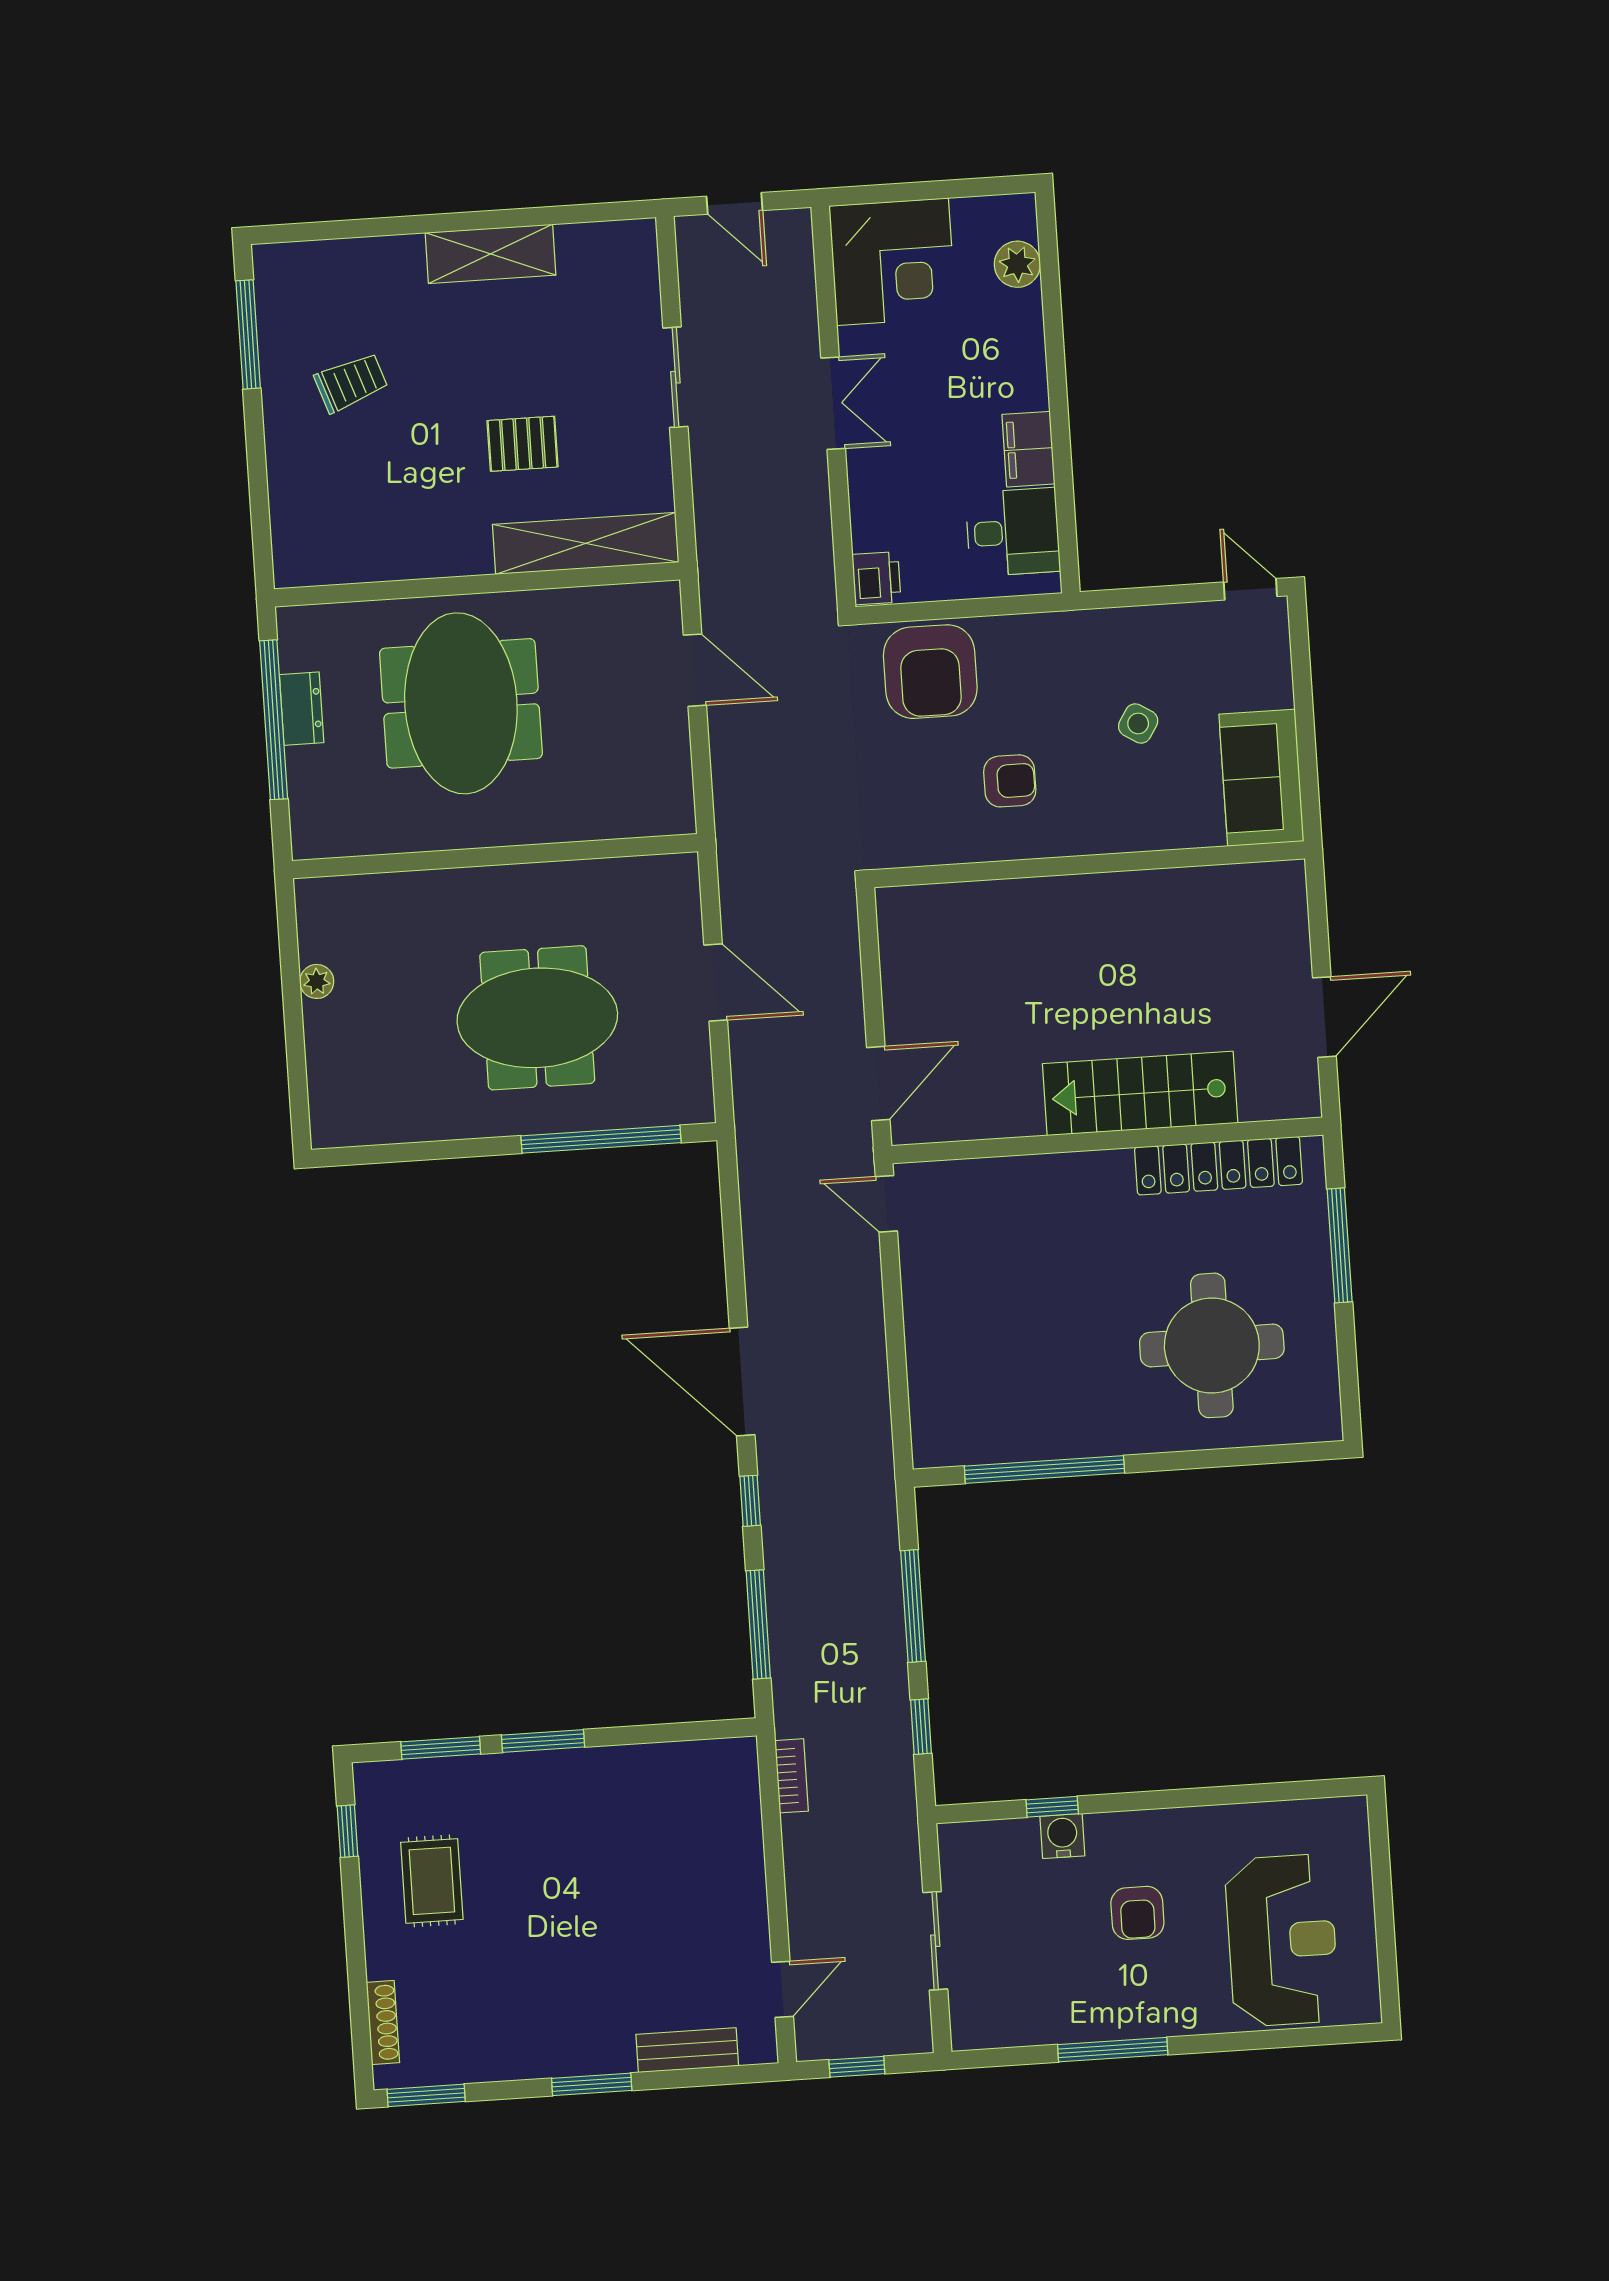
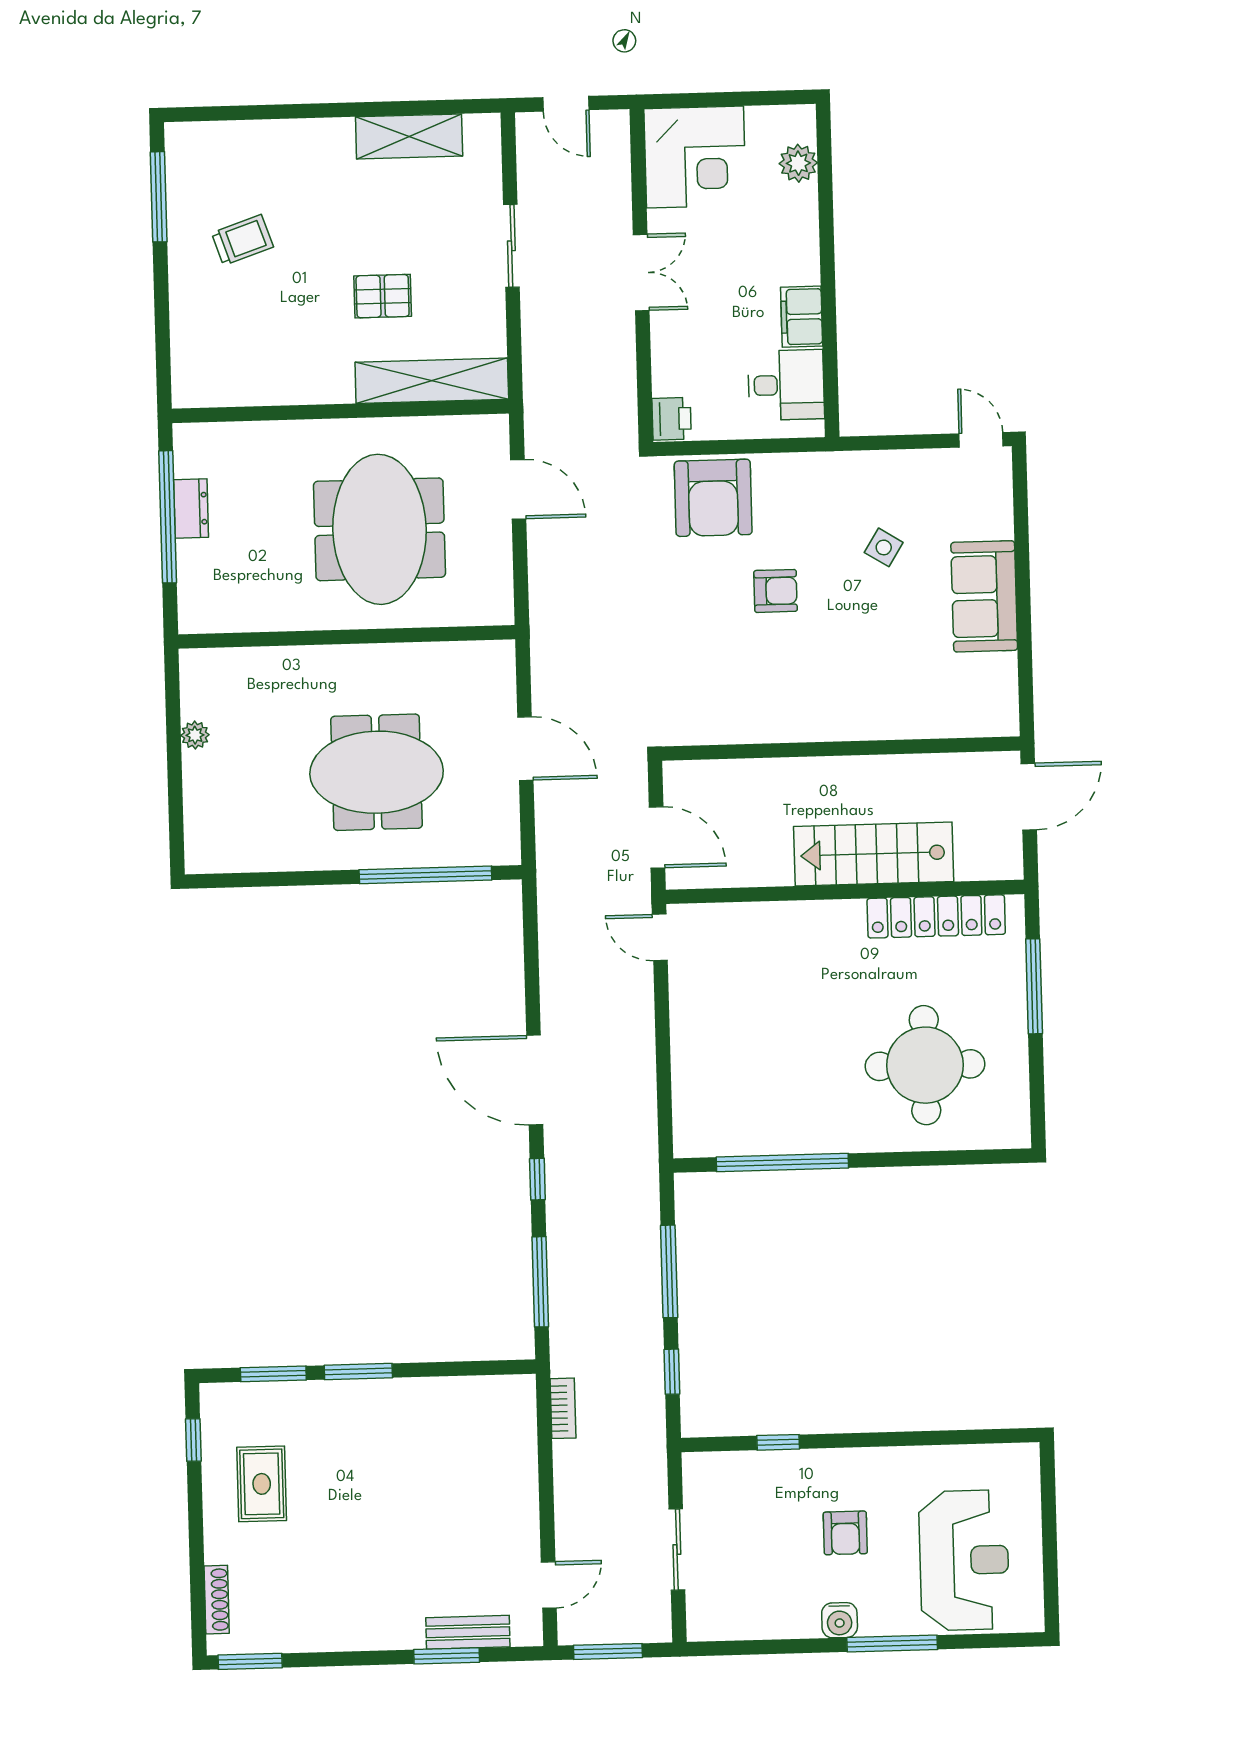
shelving: (490, 254) -> (409, 136), moved
meeting table: (461, 703) -> (379, 529), moved
wall: (1089, 864) -> (841, 749), moved
door: (878, 1083) -> (657, 837), hinge flipped
water cooler: (1062, 1836) -> (840, 1620), moved, turned 180
window: (1113, 2050) -> (892, 1643), moved
window: (857, 2067) -> (608, 1651), width x1.50
window: (592, 2084) -> (447, 1656), moved

